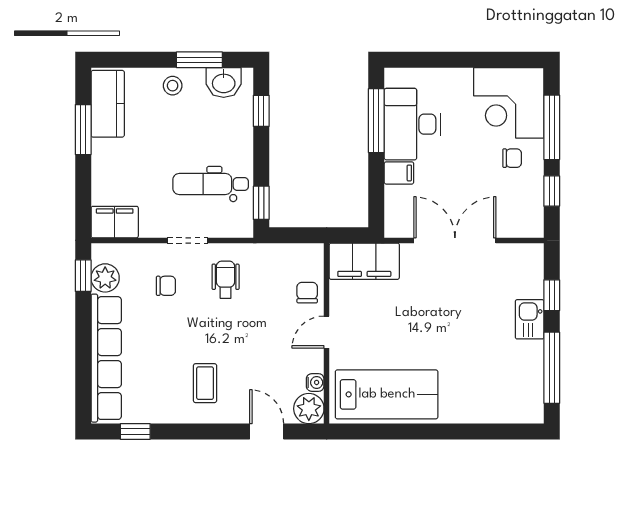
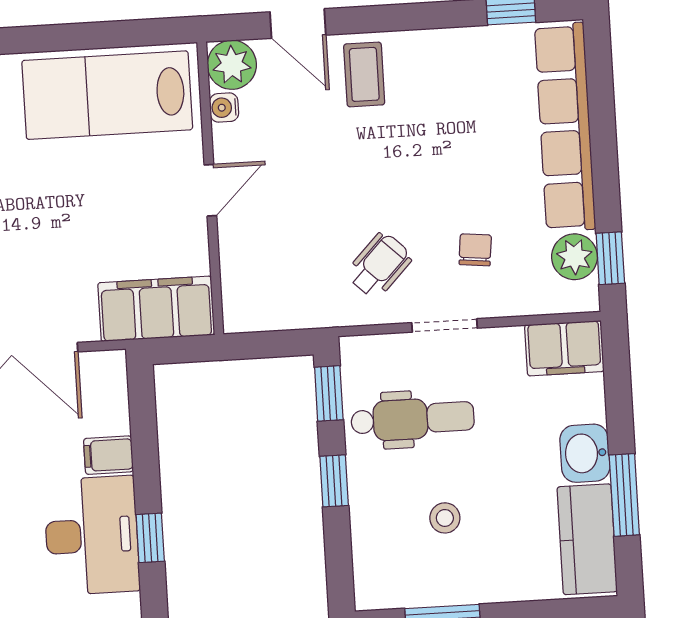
washbasin: (224, 83) -> (585, 453), moved, turned -90
stool: (173, 86) -> (445, 518), moved
window: (261, 111) -> (334, 481), moved
window: (376, 121) -> (150, 538), width x0.46
wheelchair: (226, 280) -> (379, 265), turned -136
chair: (166, 286) -> (475, 250), turned 96
chair: (307, 293) -> (246, 252), removed
coffee table: (205, 383) -> (364, 74), moved

